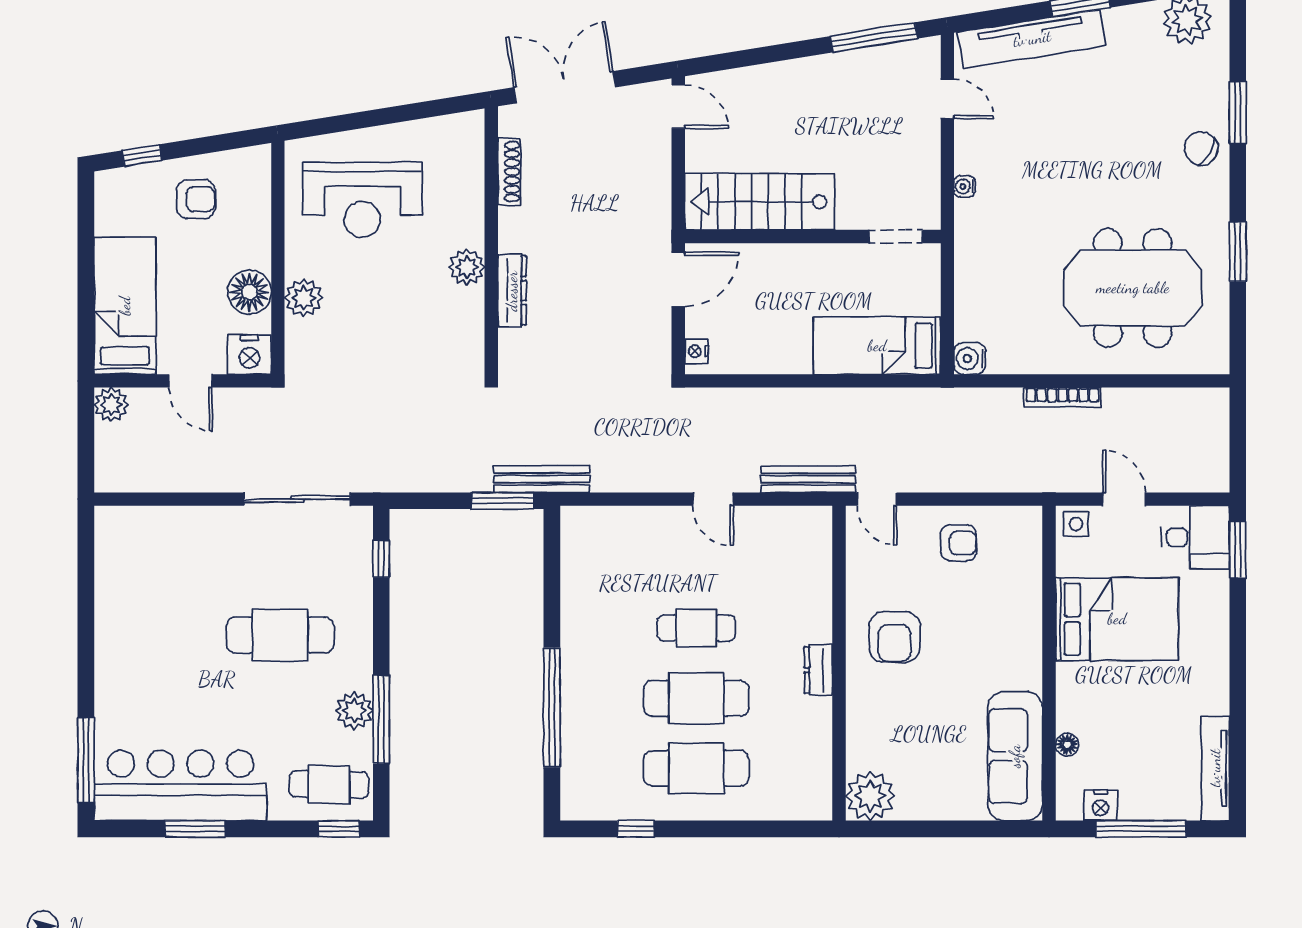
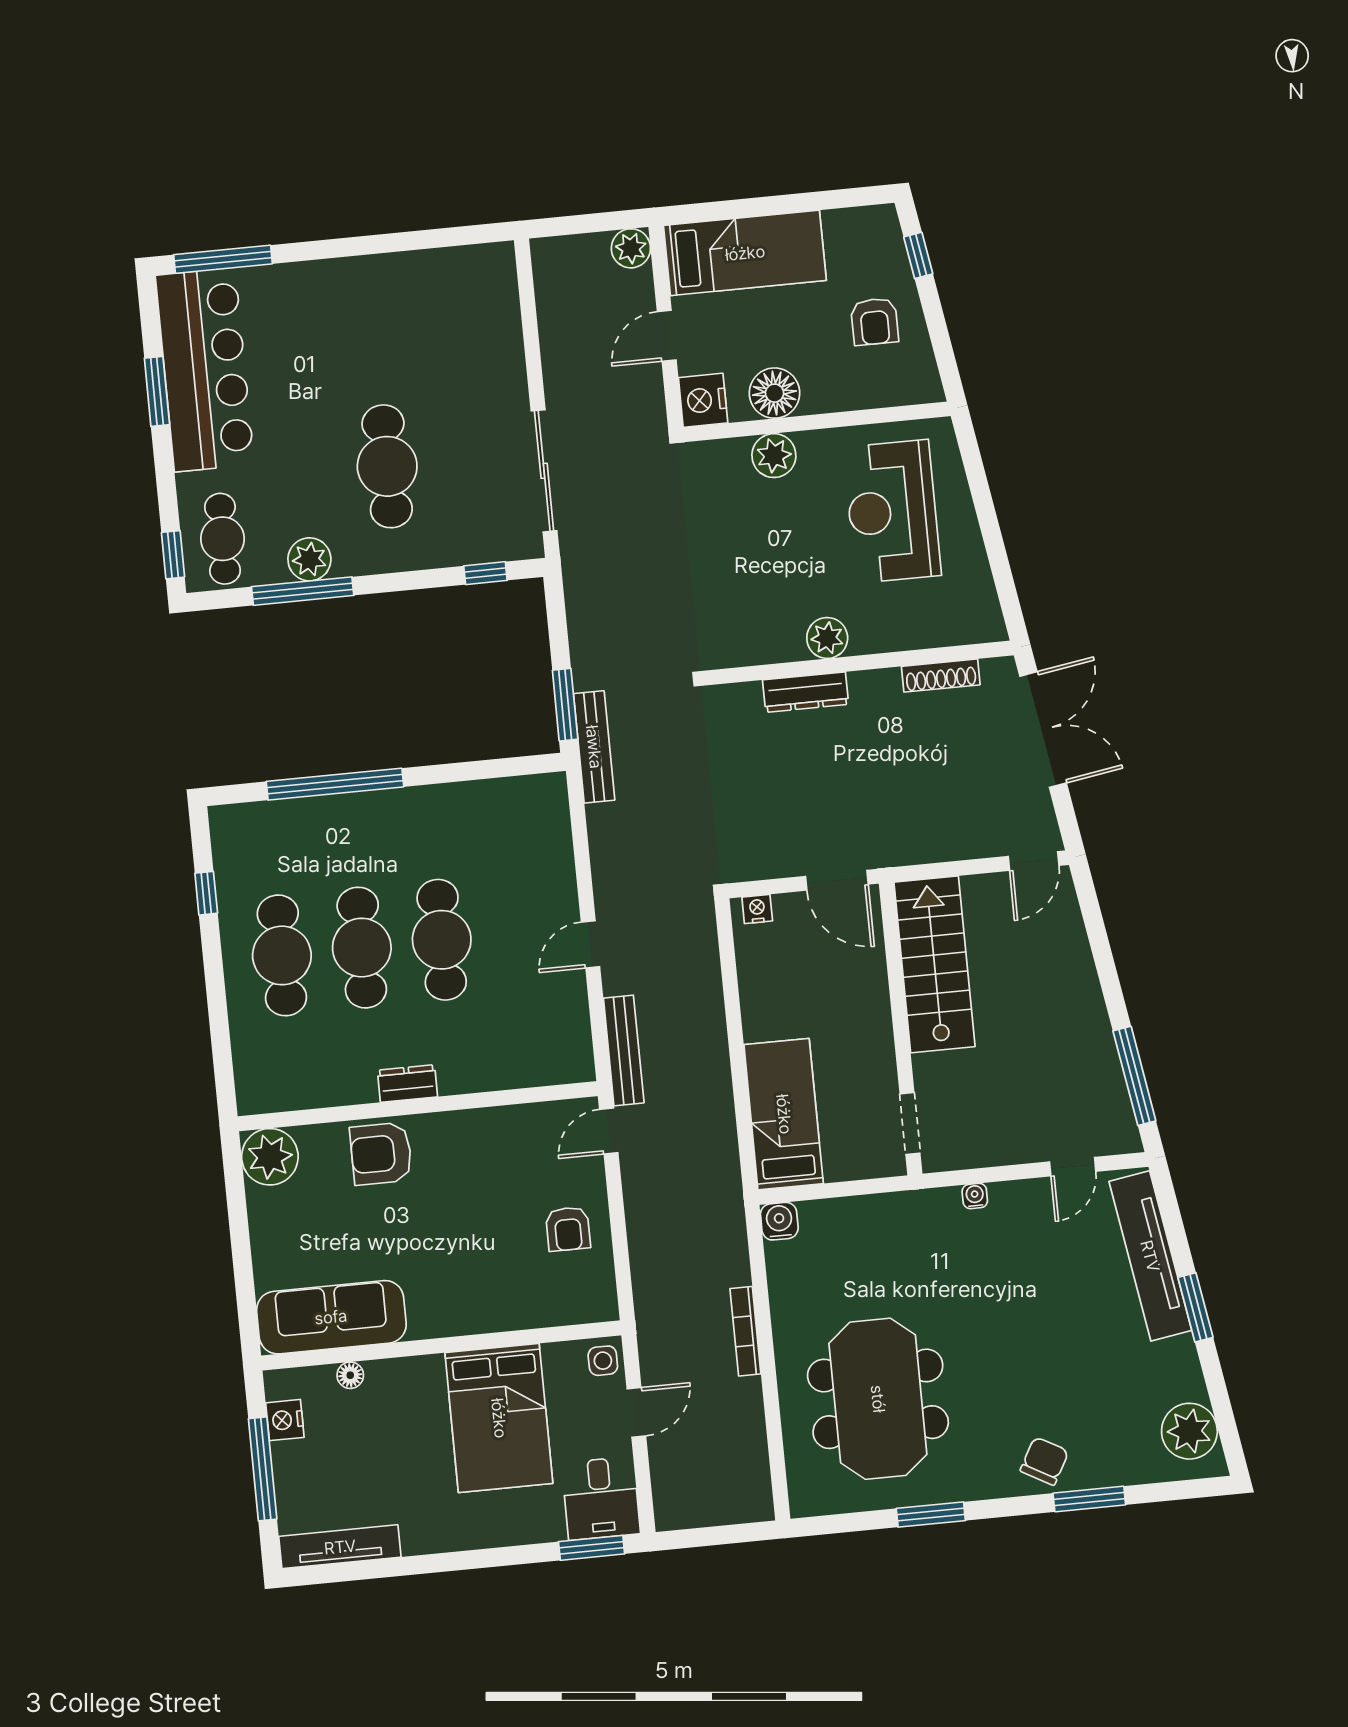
cafe table: (696, 628) -> (442, 940), width x1.37, depth x1.35
armchair: (894, 637) -> (381, 1154), moved

